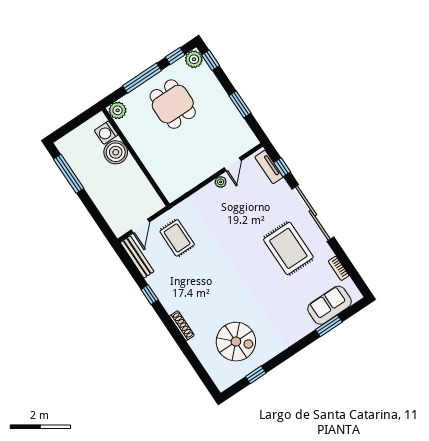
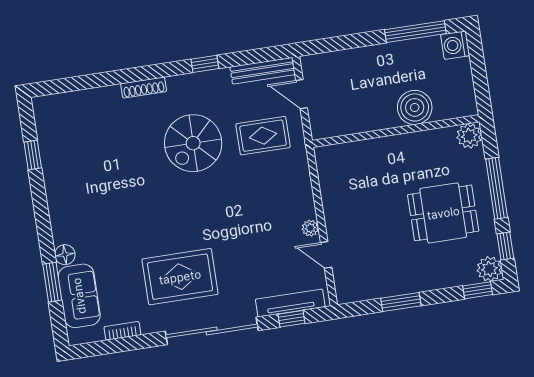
washing machine: (106, 133) -> (455, 45), moved, turned -90
tv unit: (269, 167) -> (290, 303), width x1.41
floor lamp: (308, 326) -> (65, 255), added
spiral stairs: (236, 342) -> (193, 143), moved

